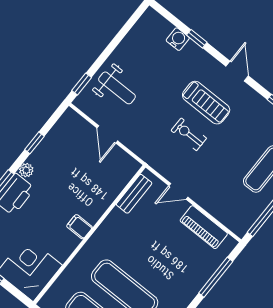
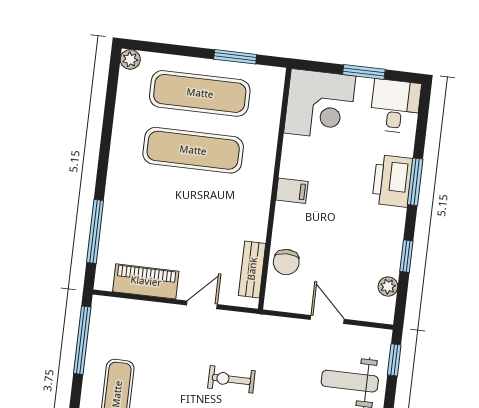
exercise bike: (189, 134) -> (231, 379), turned 180
plant: (26, 170) -> (388, 287), moved
chair: (110, 185) -> (286, 262), added

